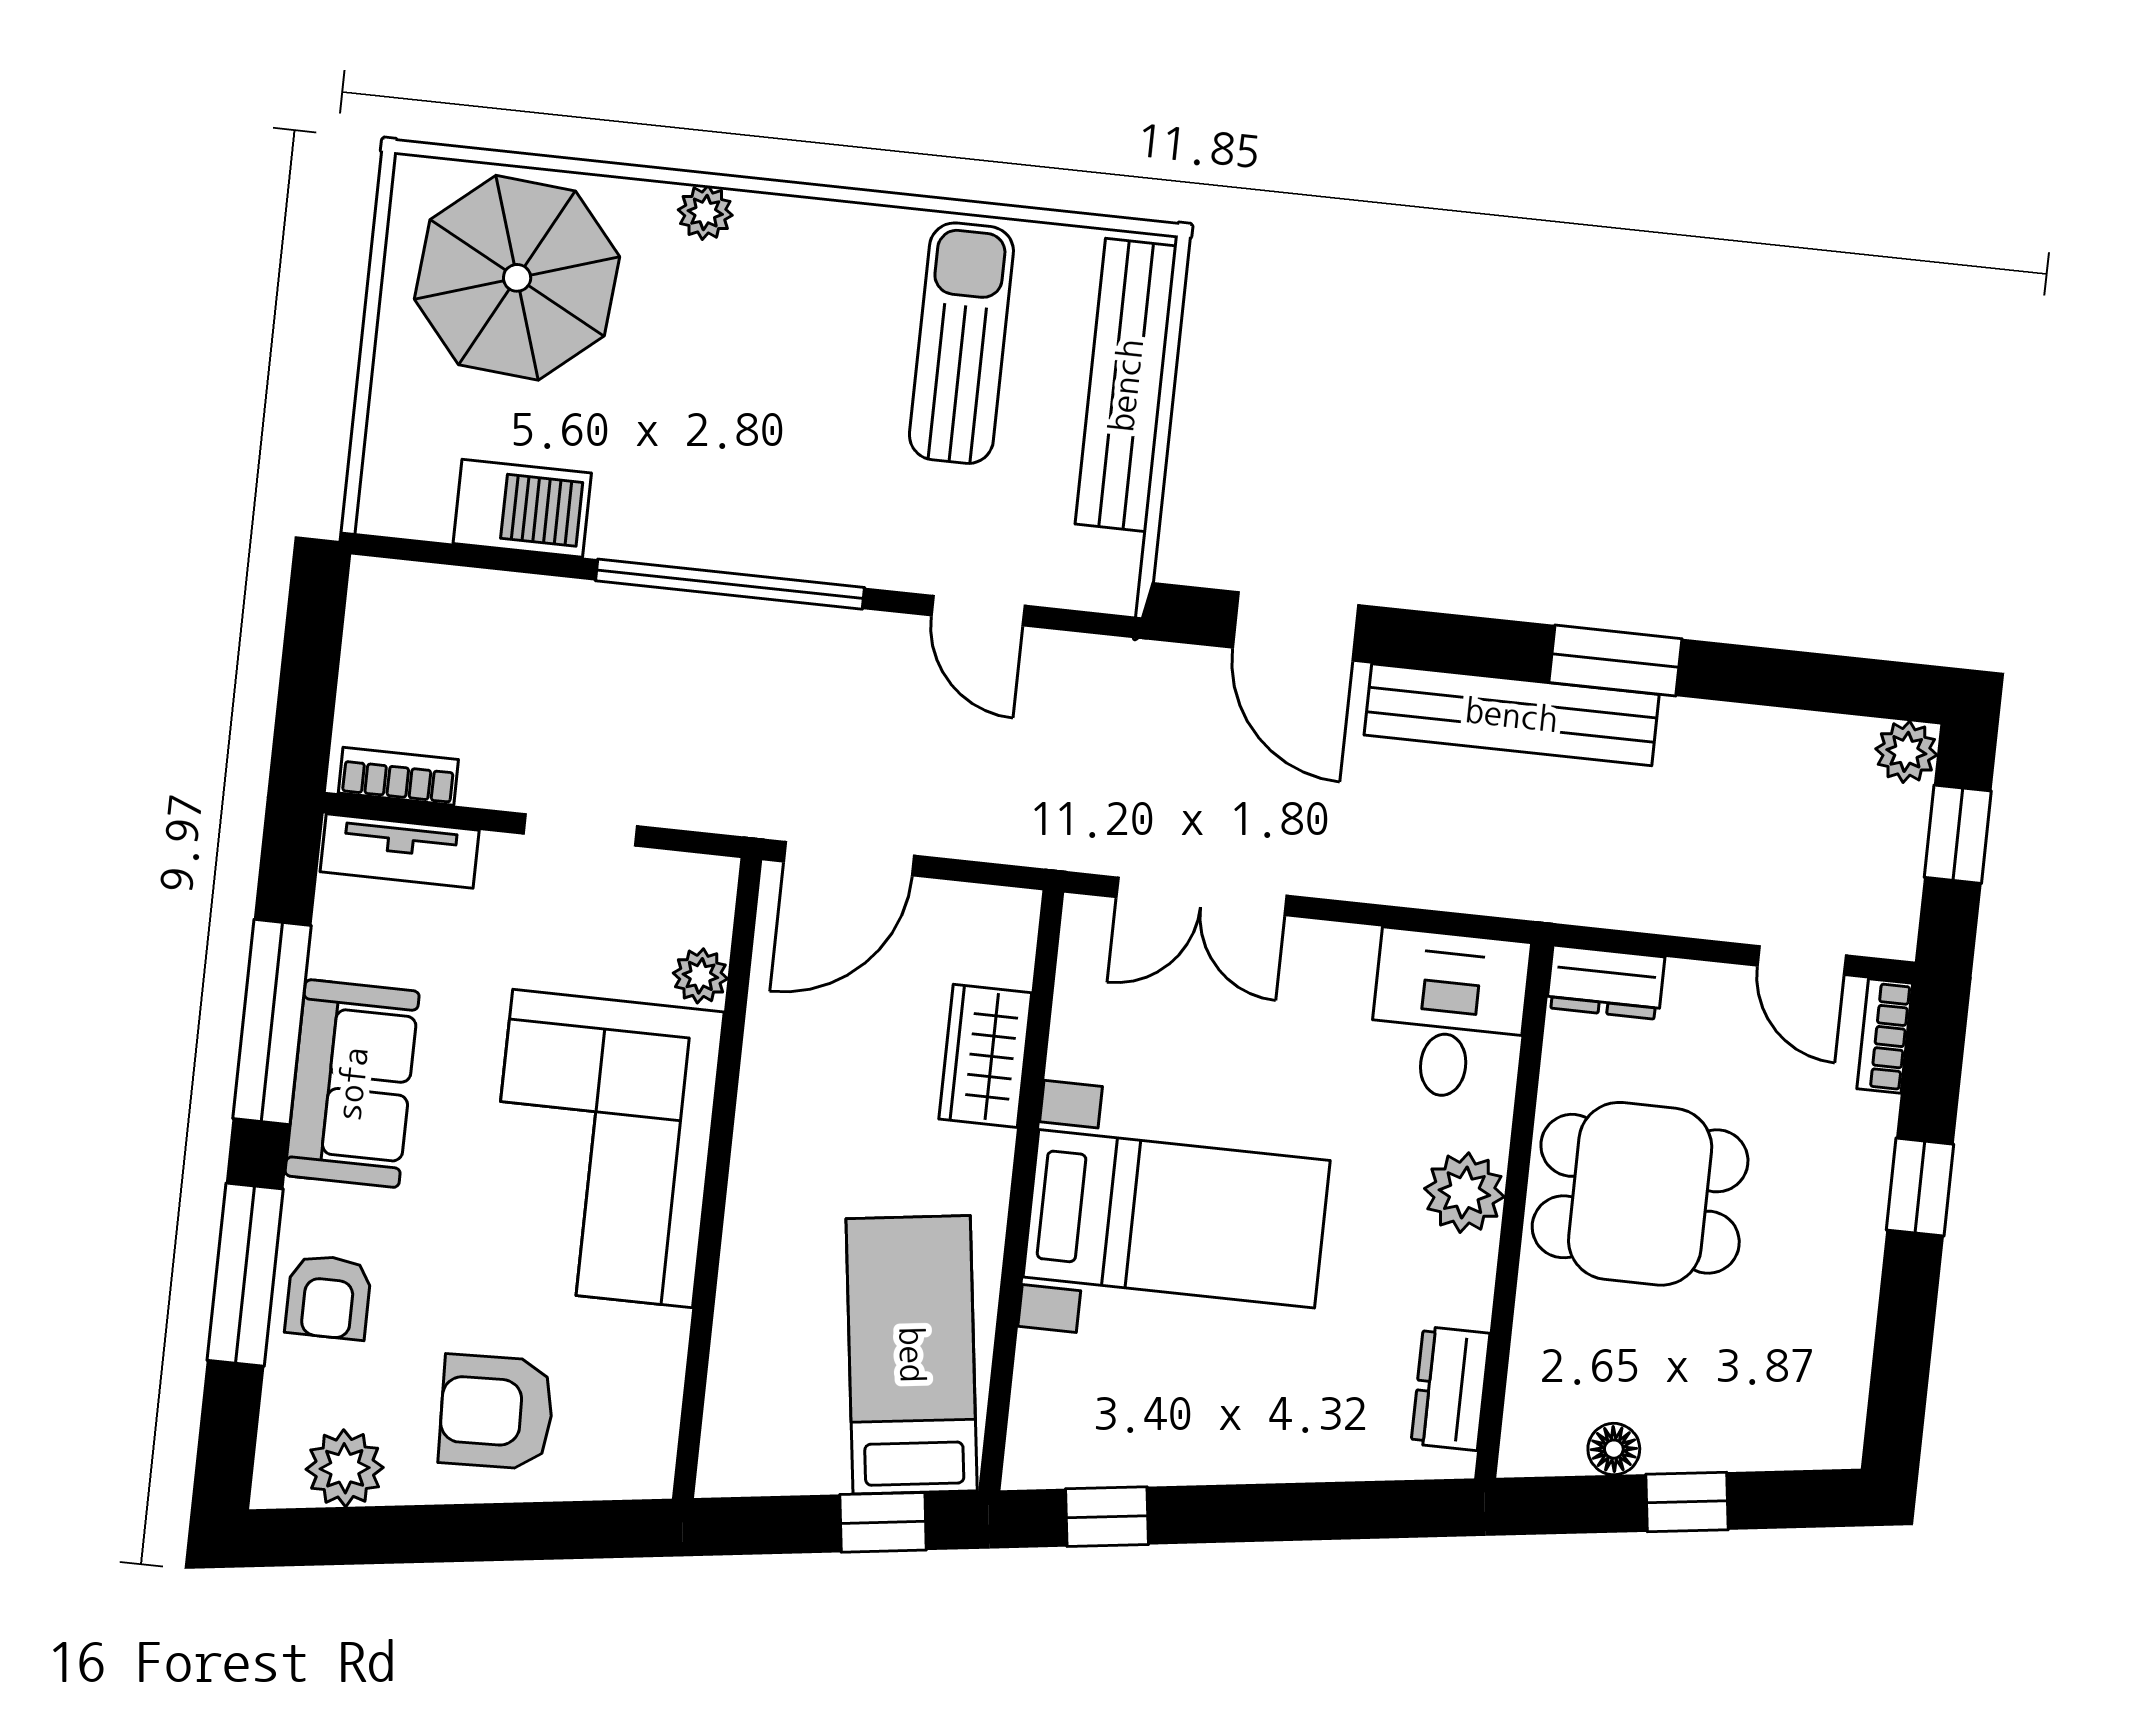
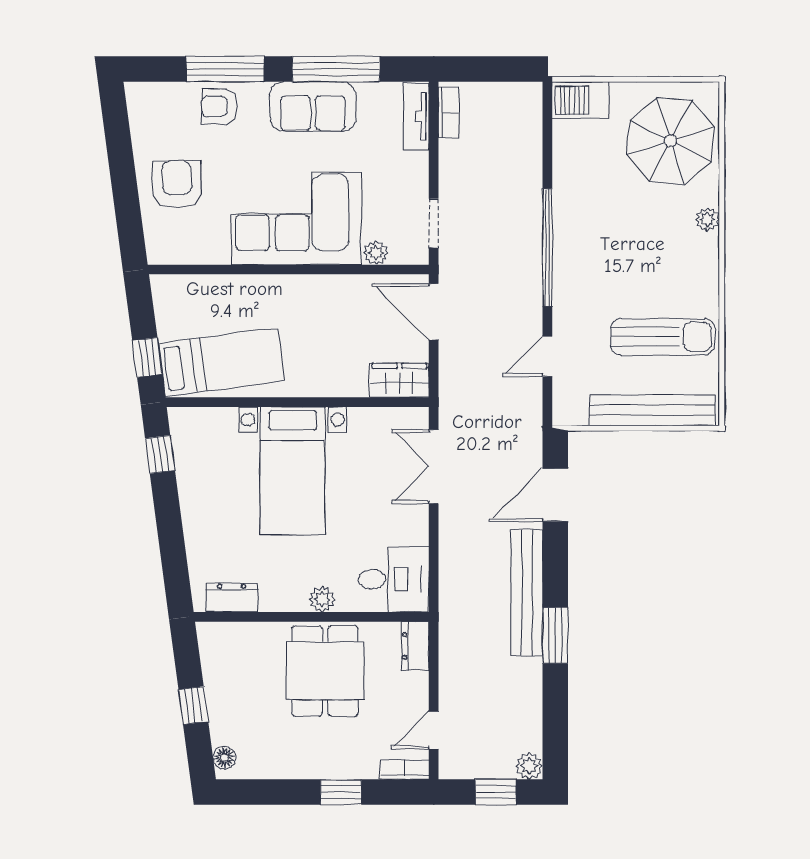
barbecue: (522, 508) -> (581, 100), moved, turned 90
doorway: (580, 830) -> (434, 223), moved
wardrobe: (985, 1056) -> (399, 380), moved
plant: (1464, 1193) -> (322, 599), width x0.73, depth x0.73
floor lamp: (1614, 1449) -> (224, 758), moved
plant: (345, 1468) -> (146, 121), removed

